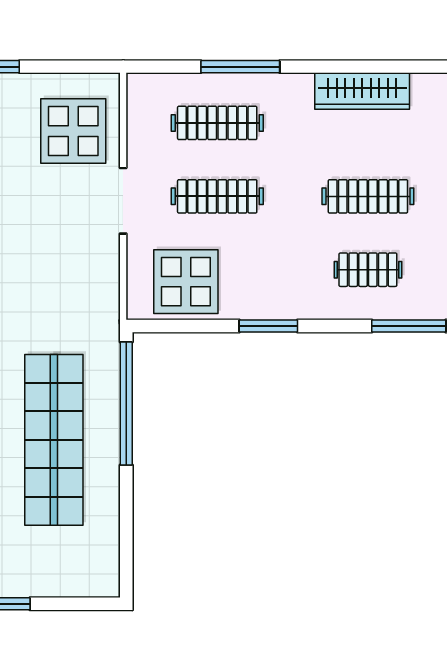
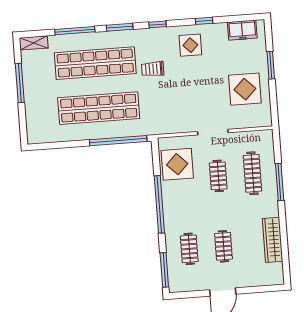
display table: (73, 131) -> (245, 89), moved
clothes rail: (217, 196) -> (218, 176), width x0.73
clothes rail: (368, 196) -> (223, 246), width x0.73
window: (268, 326) -> (159, 204), width x2.11

